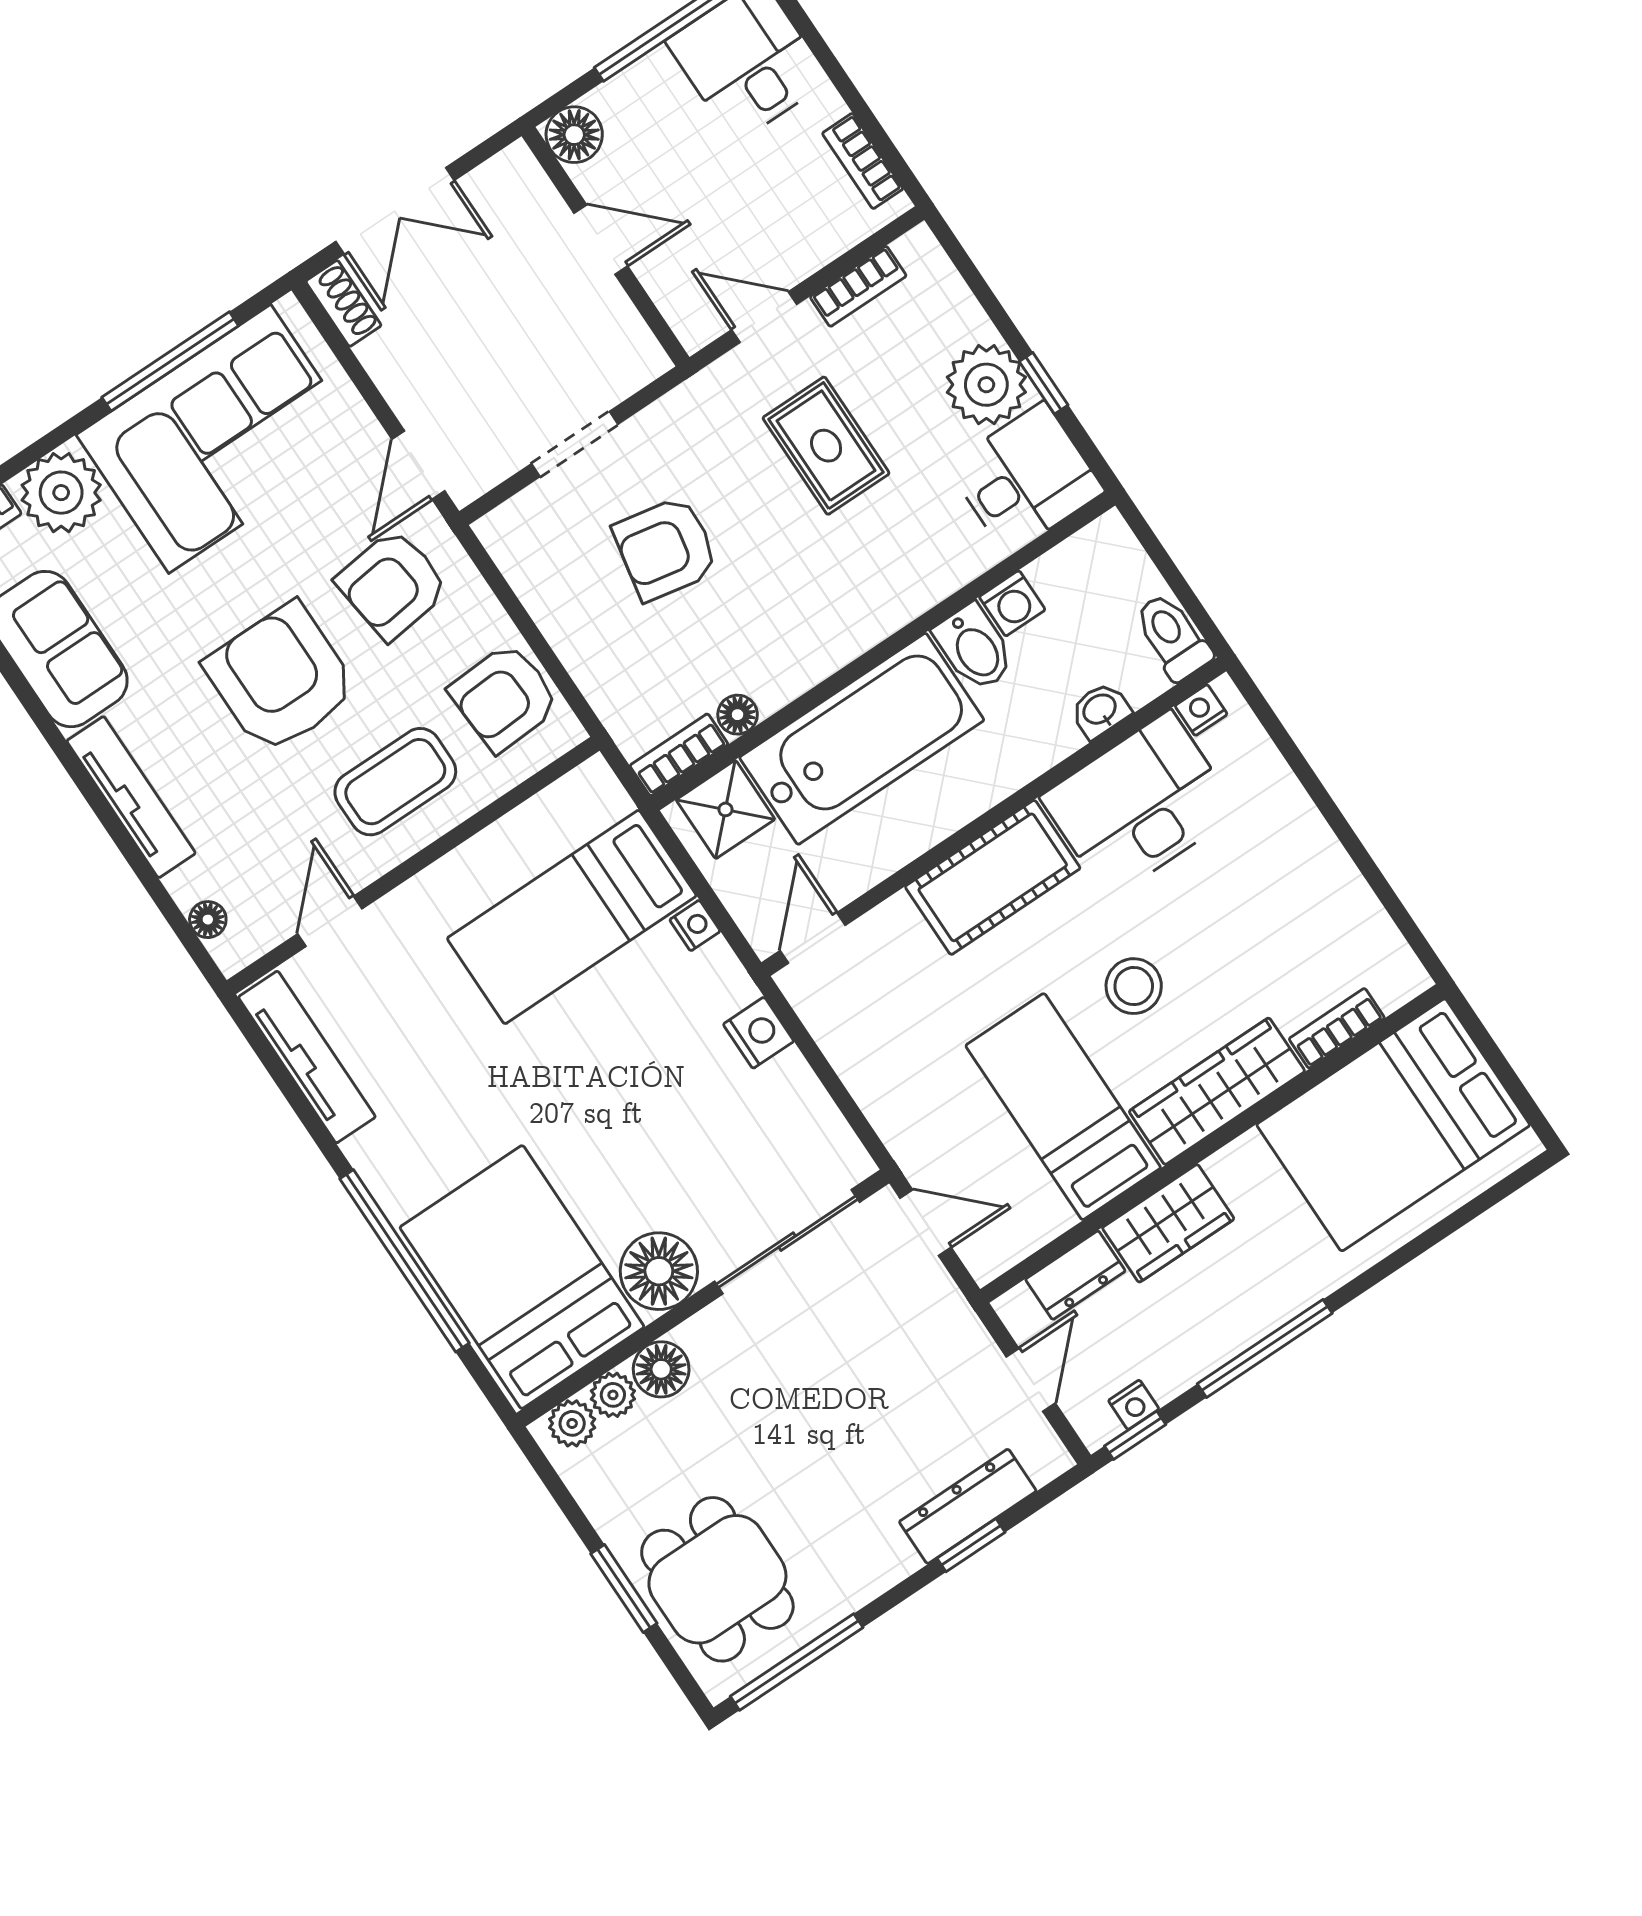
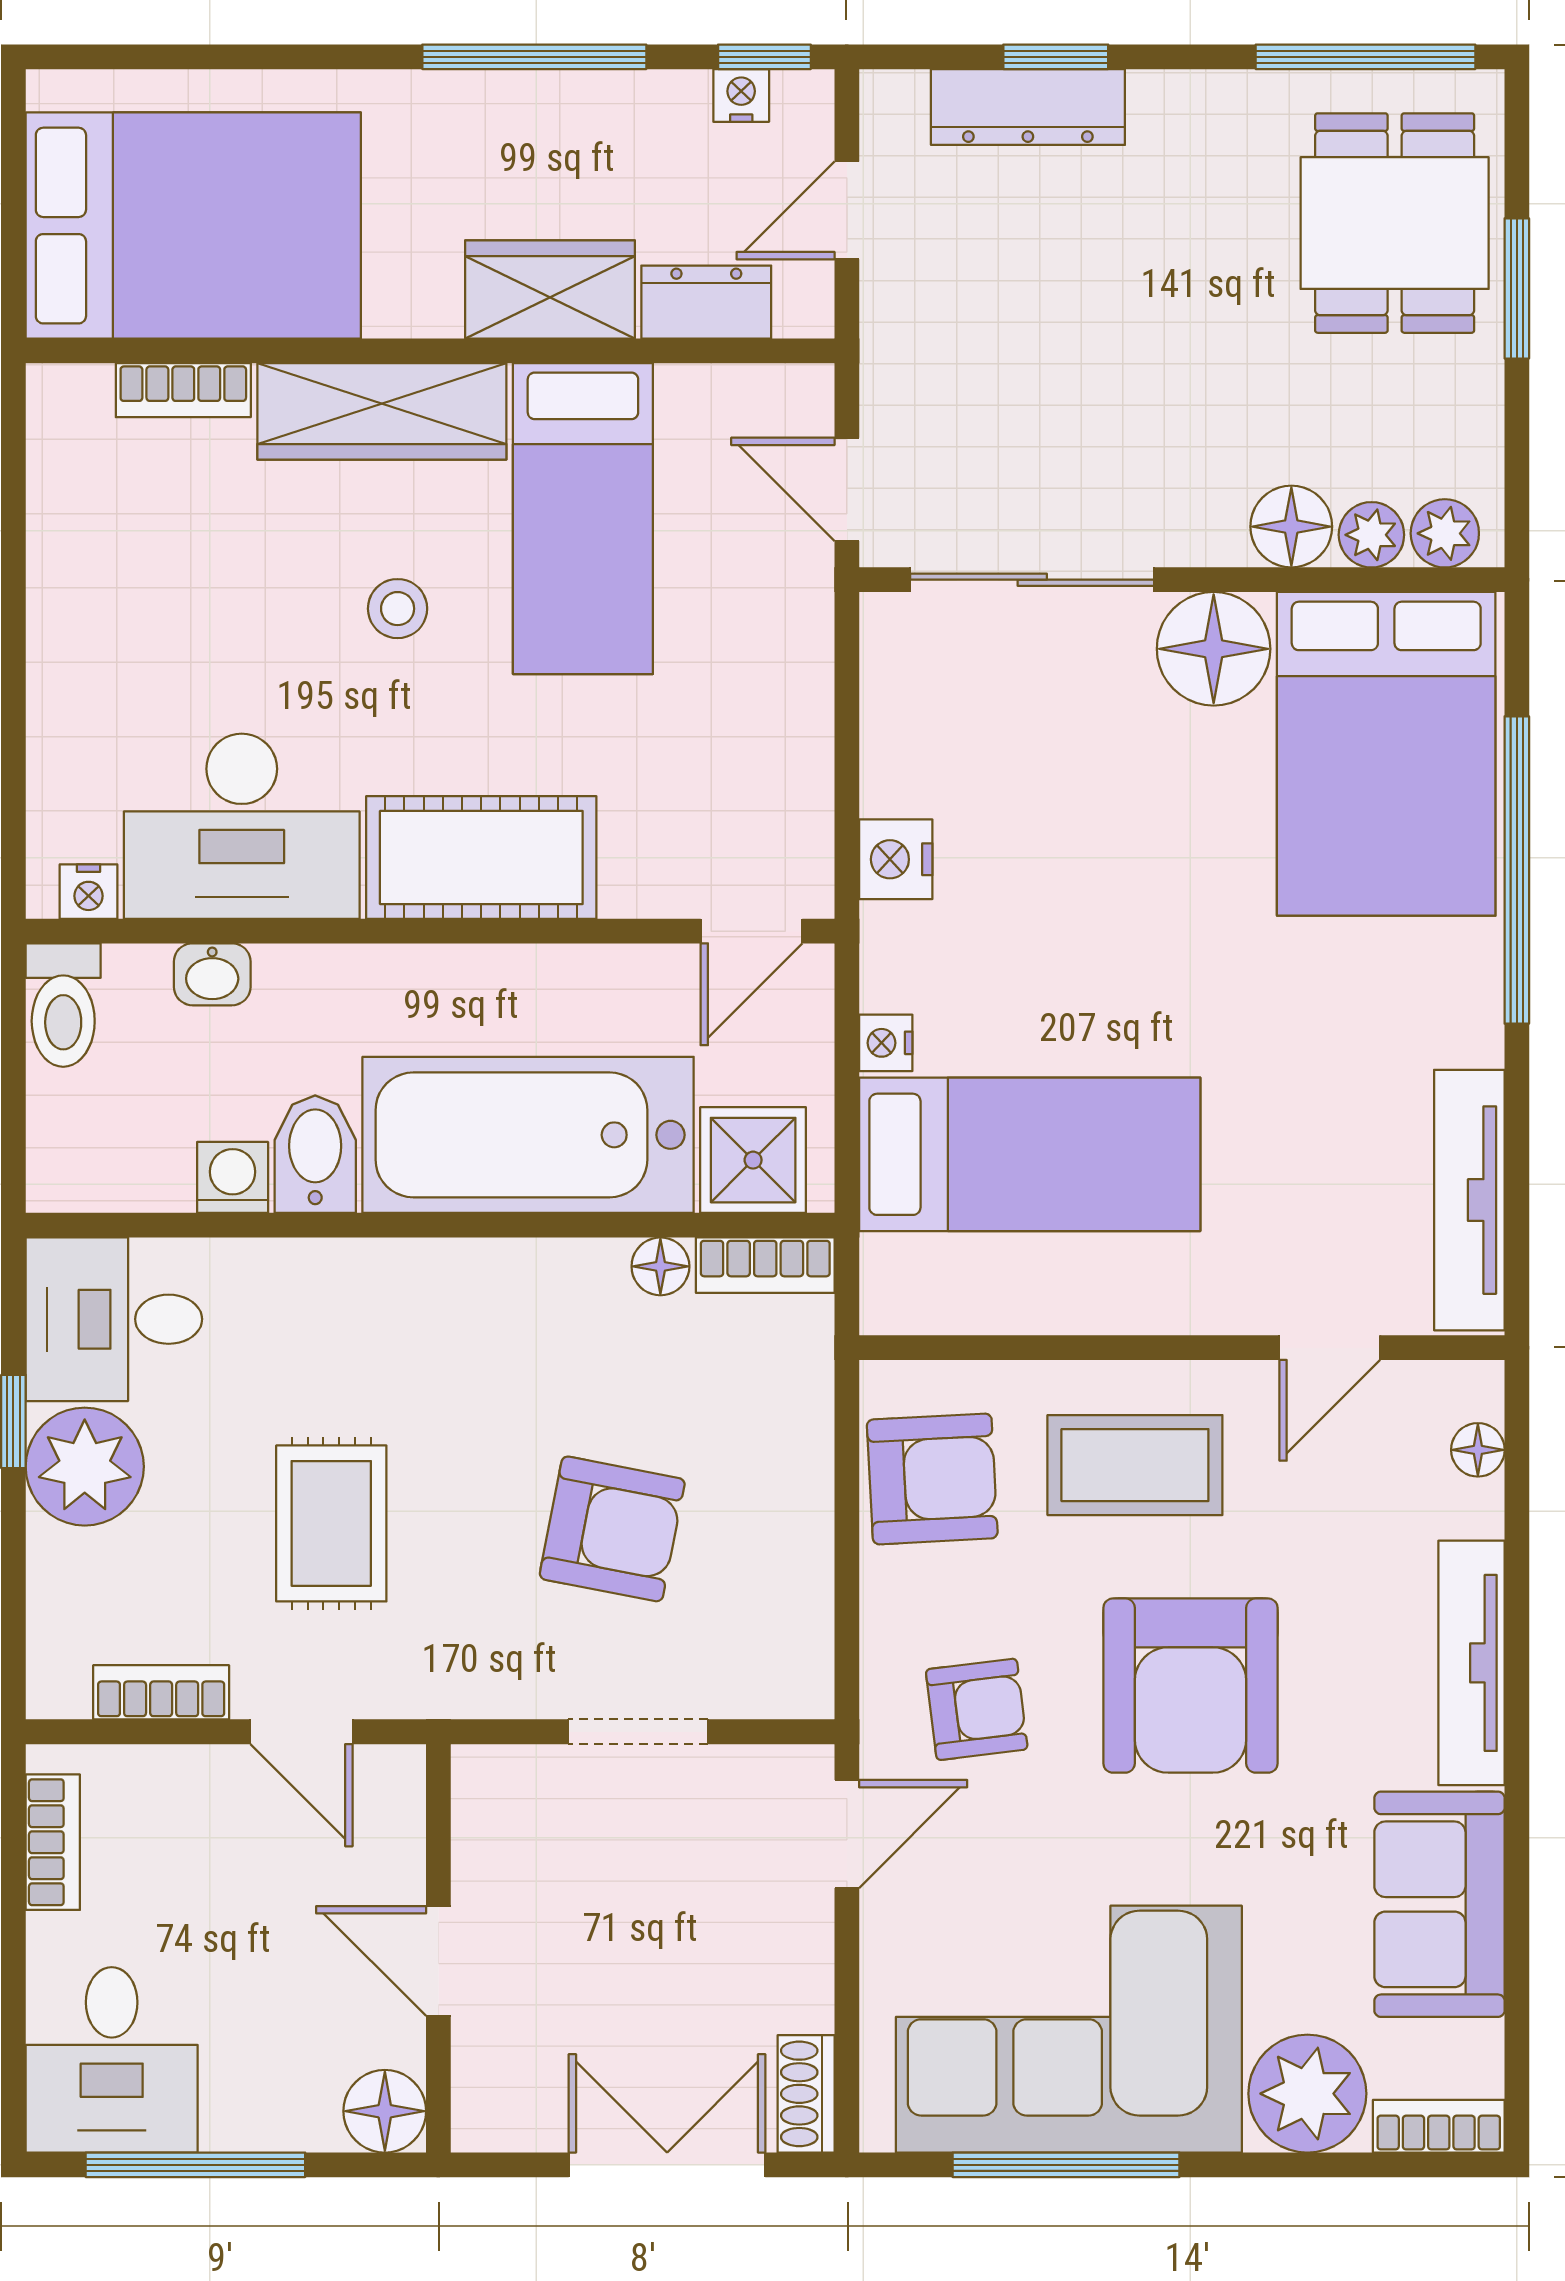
armchair: (392, 584) -> (977, 1709), width x0.72, depth x0.72
stool: (1134, 986) -> (398, 609), width x0.73, depth x0.73

